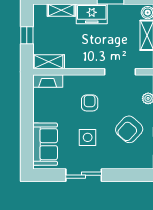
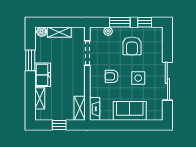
armchair: (129, 129) -> (132, 46), turned 48
sofa: (45, 144) -> (130, 111), moved
sliding door: (84, 175) -> (167, 81), width x1.37

